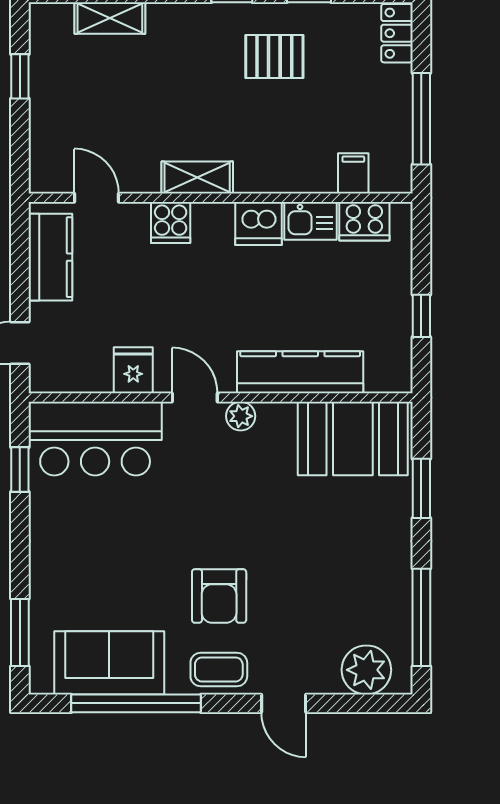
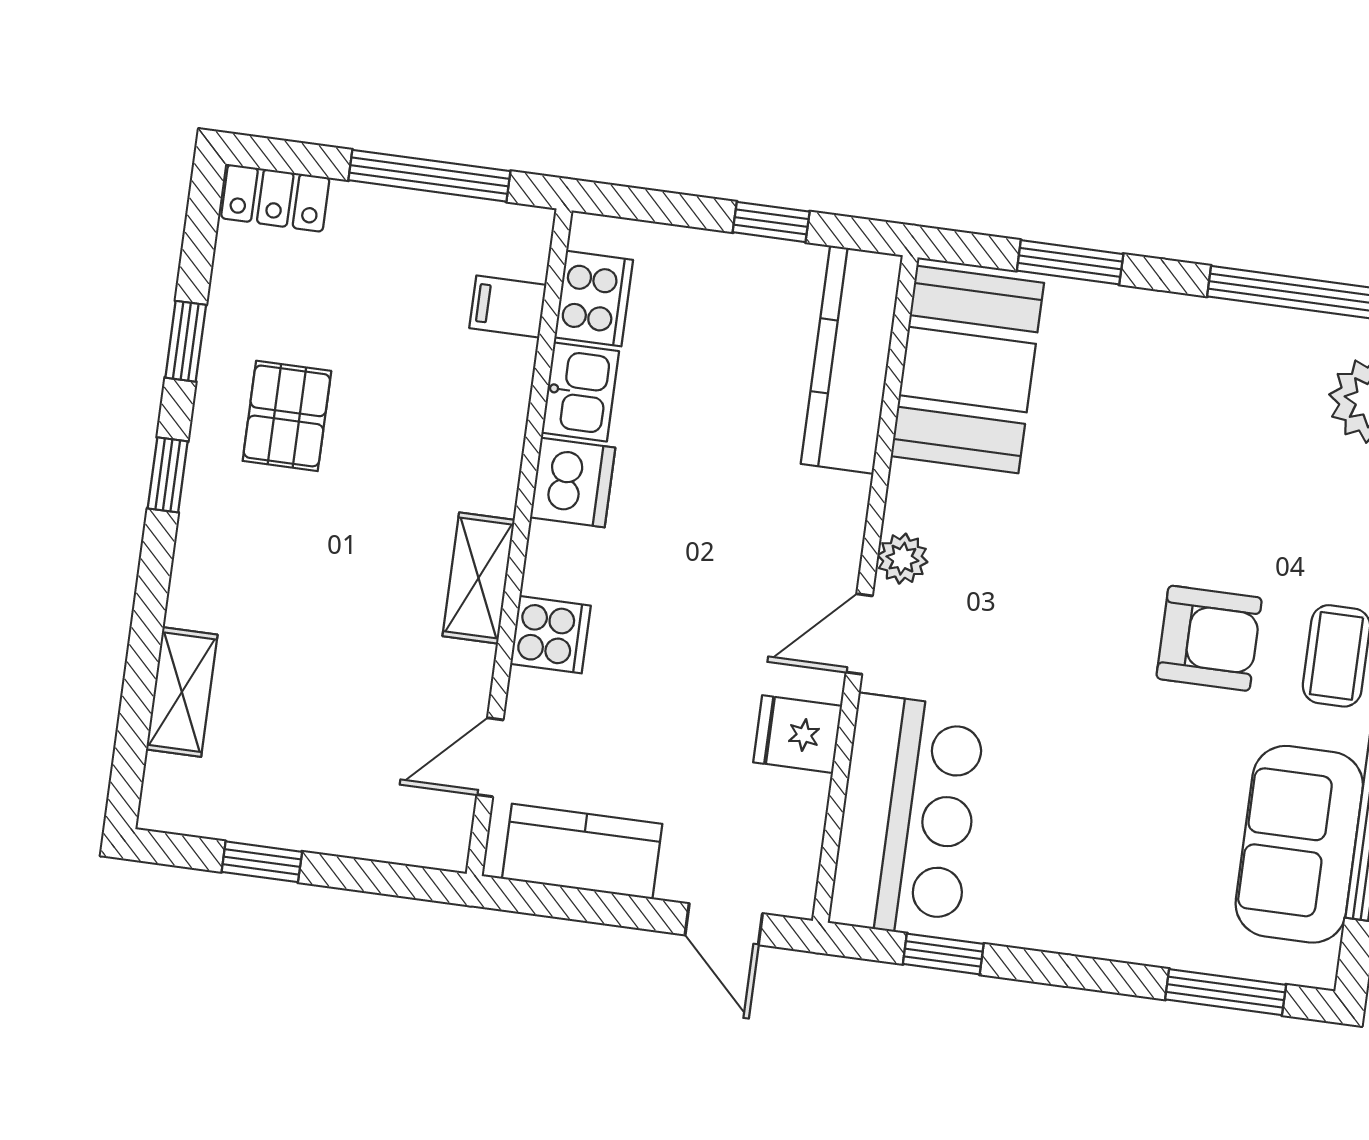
kitchen counter: (300, 372) -> (852, 360), moved

